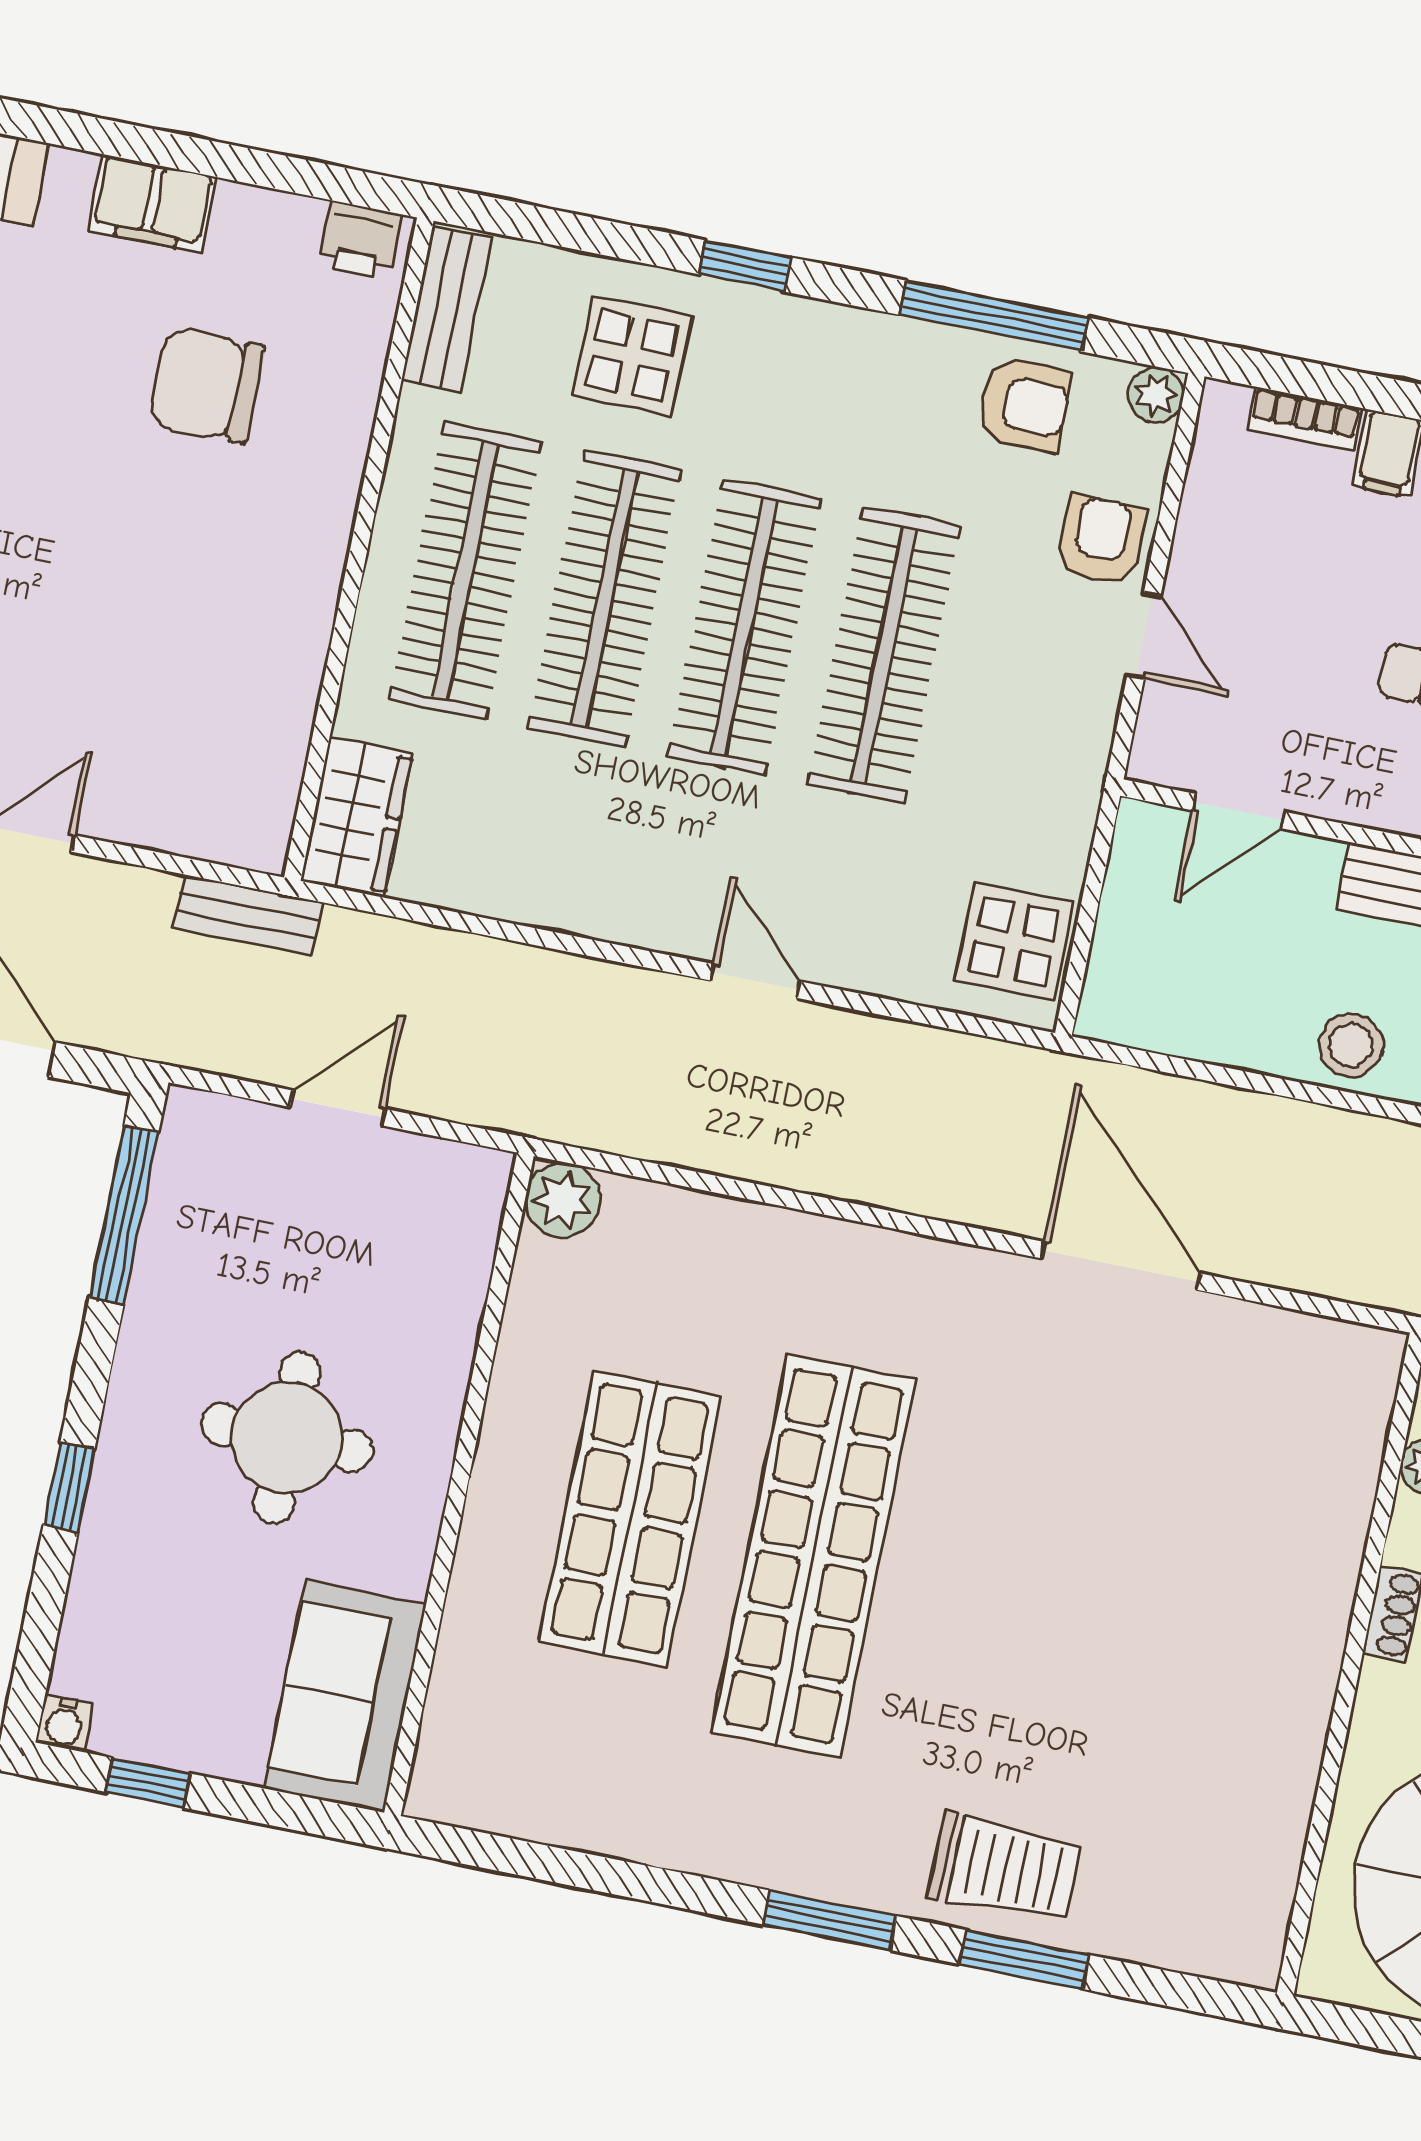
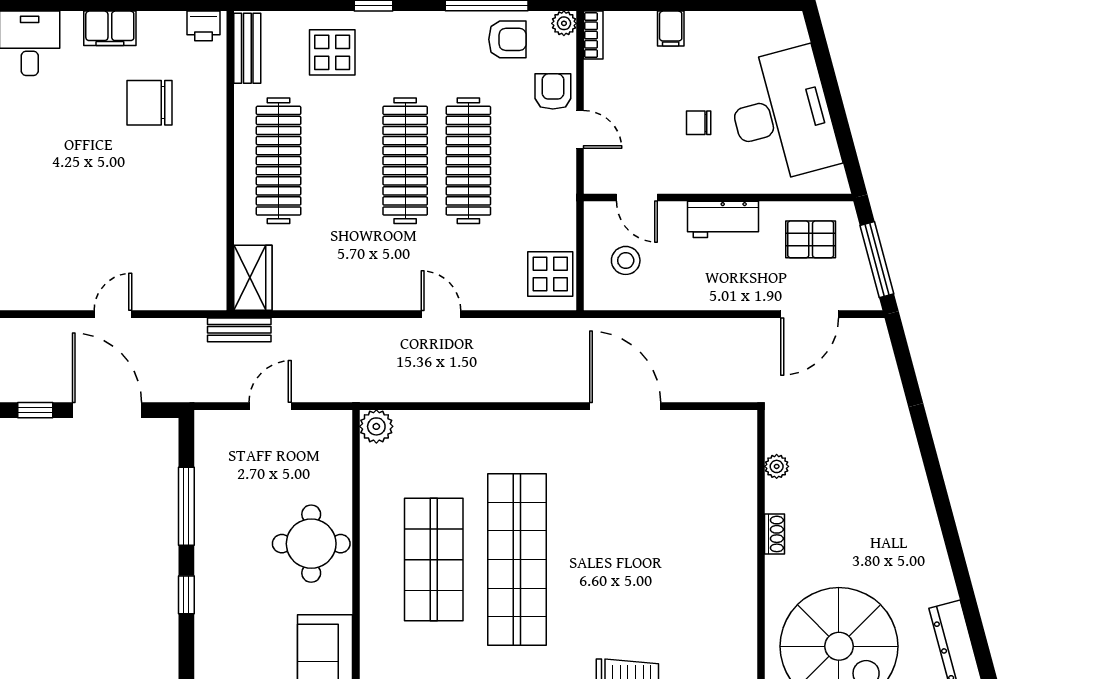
bookcase: (1305, 418) -> (593, 35), moved, turned -90
clothes rail: (605, 599) -> (342, 161), removed
door: (1239, 811) -> (637, 198), hinge flipped
bench: (248, 915) -> (239, 330), moved
stool: (1351, 1045) -> (626, 260), moved
window: (124, 1215) -> (186, 506), moved
round table: (287, 1437) -> (311, 544), moved

